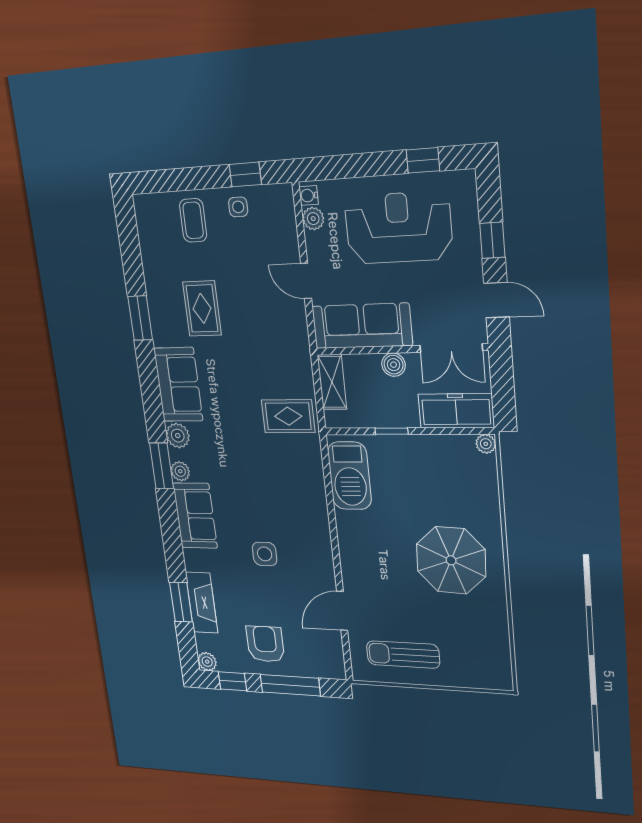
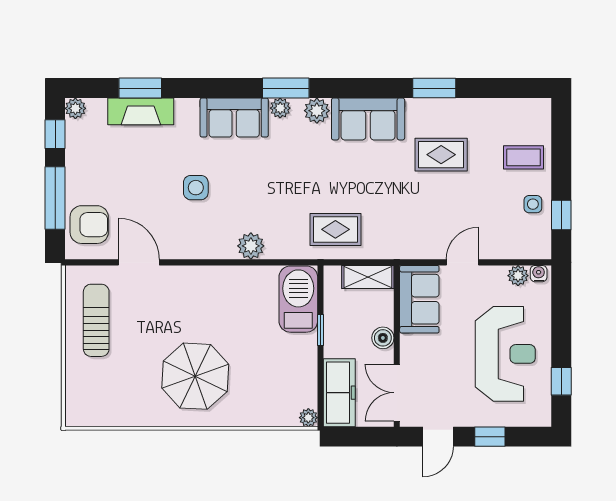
sofa: (362, 326) -> (419, 299), width x0.73
rug: (288, 416) -> (335, 229), turned 90
barbecue: (349, 476) -> (298, 299), moved, turned 90
plant: (314, 502) -> (251, 246), added
armchair: (265, 644) -> (89, 225), moved

